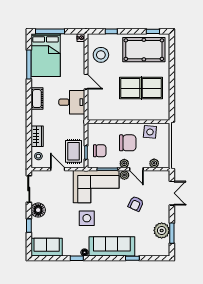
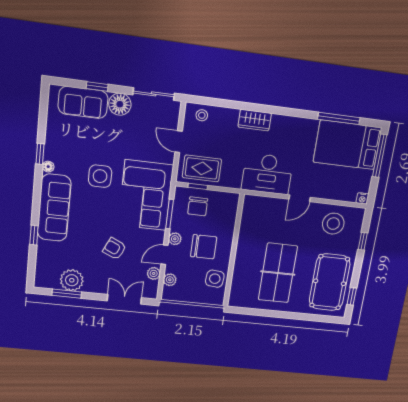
cot: (37, 99) -> (287, 124), removed
desk: (72, 102) -> (267, 174), width x1.37
wardrobe: (37, 136) -> (255, 120), moved
chair: (128, 143) -> (204, 247), turned -90
door: (58, 169) -> (179, 142), swing flipped
plant: (124, 175) -> (154, 273), moved
double door: (172, 193) -> (124, 299), swing flipped
sofa: (47, 247) -> (83, 102), moved, turned 90

